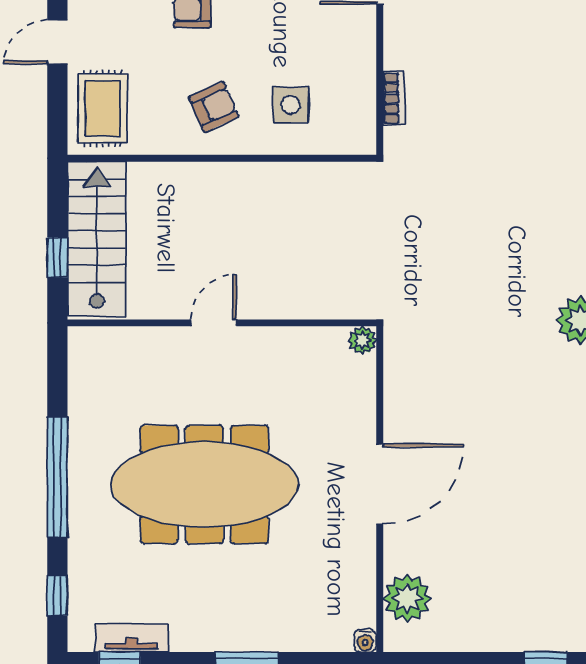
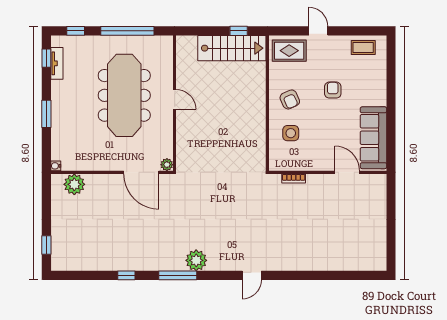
window: (57, 257) -> (239, 31), moved
door: (214, 323) -> (175, 99), moved
wall: (222, 323) -> (175, 103), moved
plant: (362, 340) -> (167, 165), moved
door: (380, 484) -> (141, 172), moved

